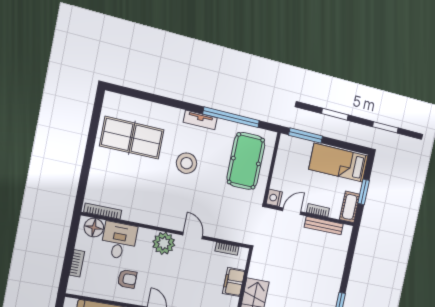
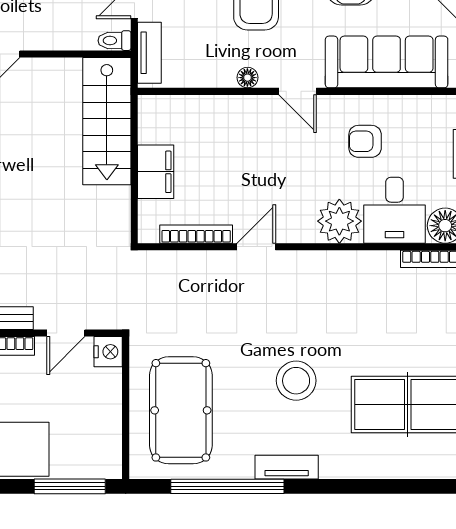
door: (193, 235) -> (256, 247), swing flipped
plant: (164, 243) -> (339, 221), moved
bookcase: (227, 249) -> (196, 234), width x1.56

